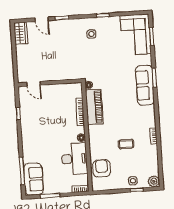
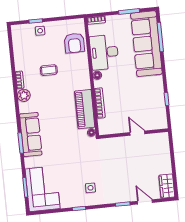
door: (34, 84) -> (137, 133), moved
sofa: (33, 179) -> (146, 44), width x1.85, depth x1.27
plant: (154, 181) -> (24, 95), moved

